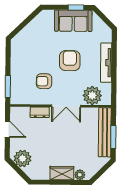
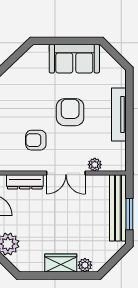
window: (76, 8) -> (78, 41), removed
plant: (92, 95) -> (95, 165), width x0.53, depth x0.53
dresser: (40, 112) -> (25, 182), width x1.44

